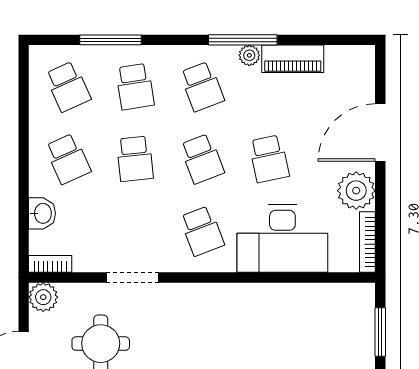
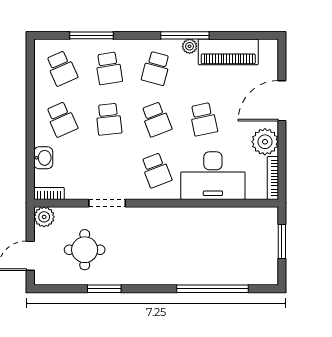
piano: (293, 59) -> (228, 52), width x1.37, depth x1.33
school desk: (202, 87) -> (156, 68), turned 36

